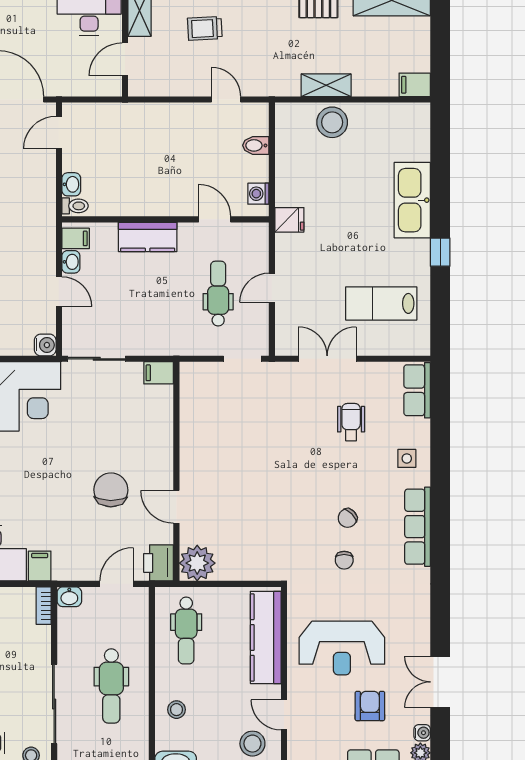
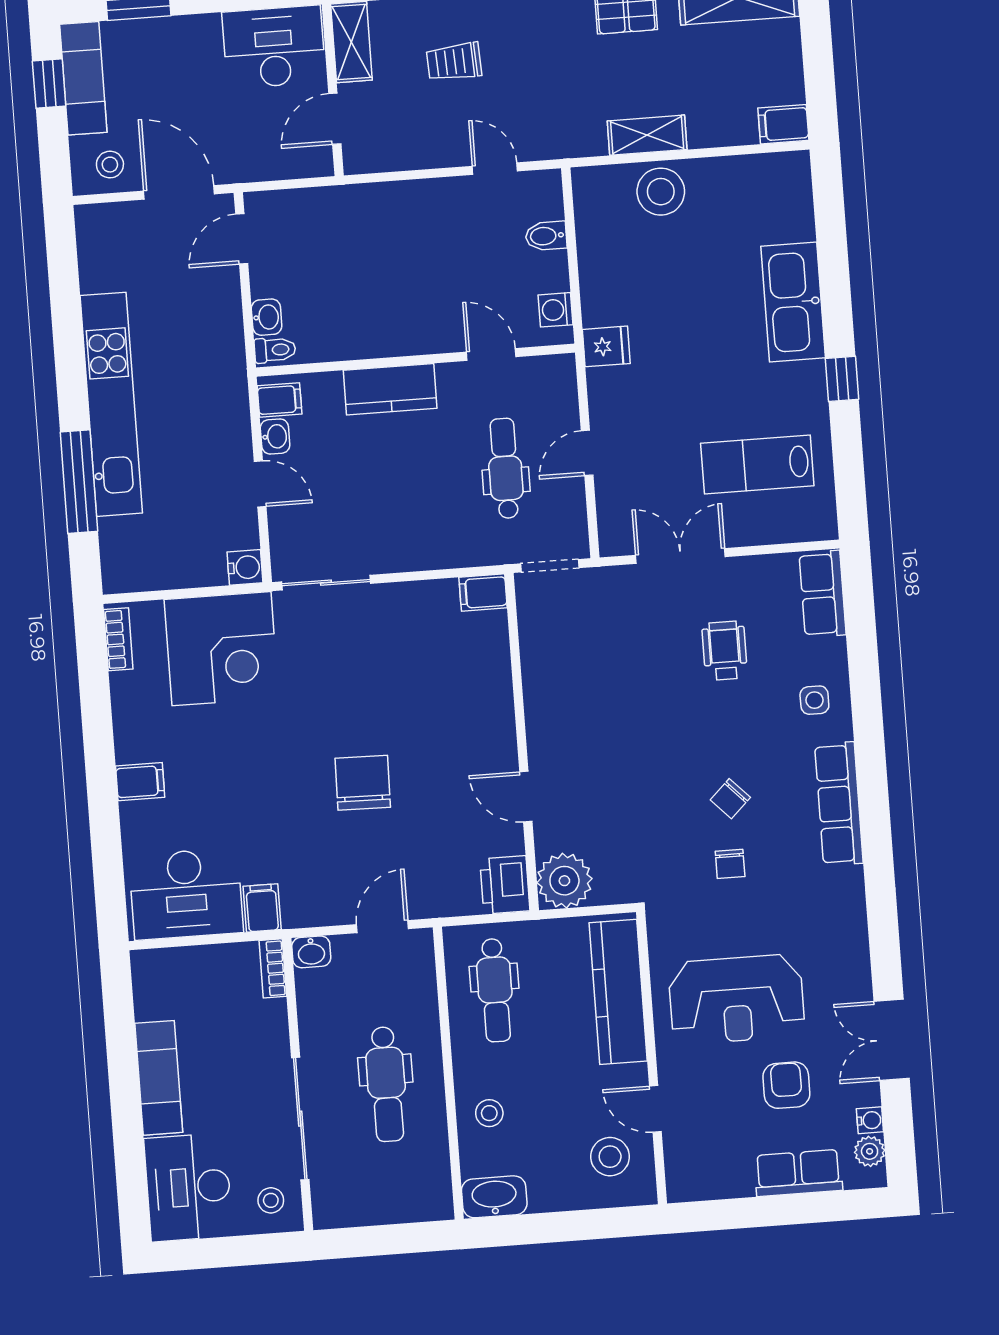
filing cabinet: (159, 373) -> (483, 593), moved
wall: (176, 471) -> (522, 742), moved
door: (176, 507) -> (526, 797), moved
printer: (159, 563) -> (505, 885), moved
plant: (197, 563) -> (564, 881), moved

